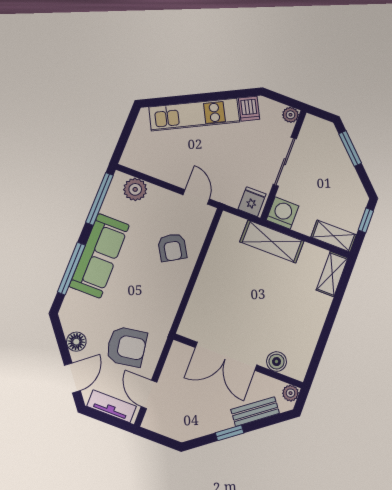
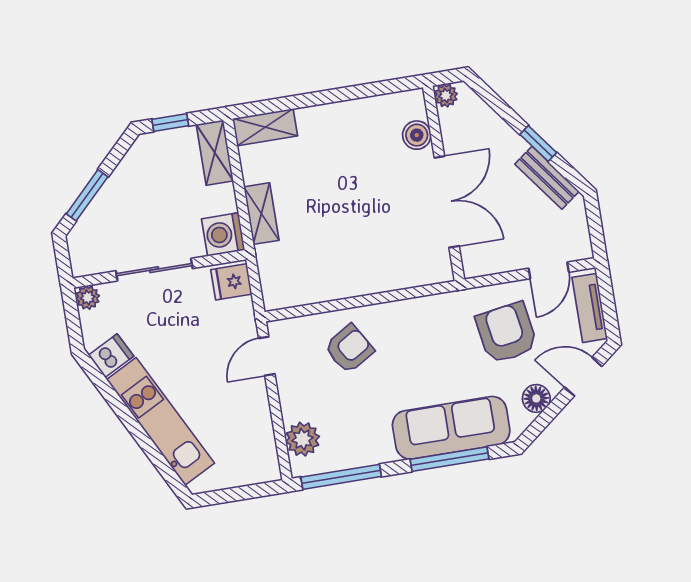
shelving: (272, 242) -> (261, 214), width x0.67, depth x0.75
sofa: (99, 256) -> (451, 428), moved
bench: (255, 411) -> (547, 178), moved

